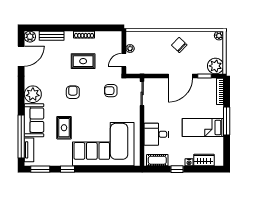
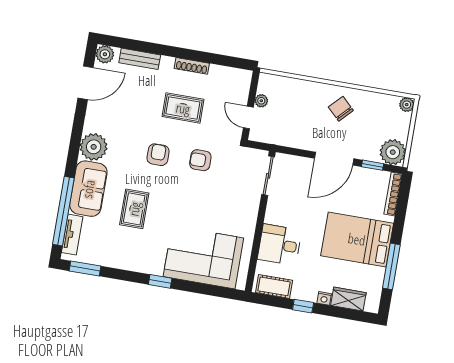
door: (124, 60) -> (248, 117), hinge flipped
armchair: (111, 91) -> (200, 160), moved
window: (227, 121) -> (391, 266), moved
bed: (203, 128) -> (357, 239), width x1.50
corner sofa: (103, 144) -> (203, 257), width x0.73, depth x0.74
window: (68, 169) -> (160, 281), moved

